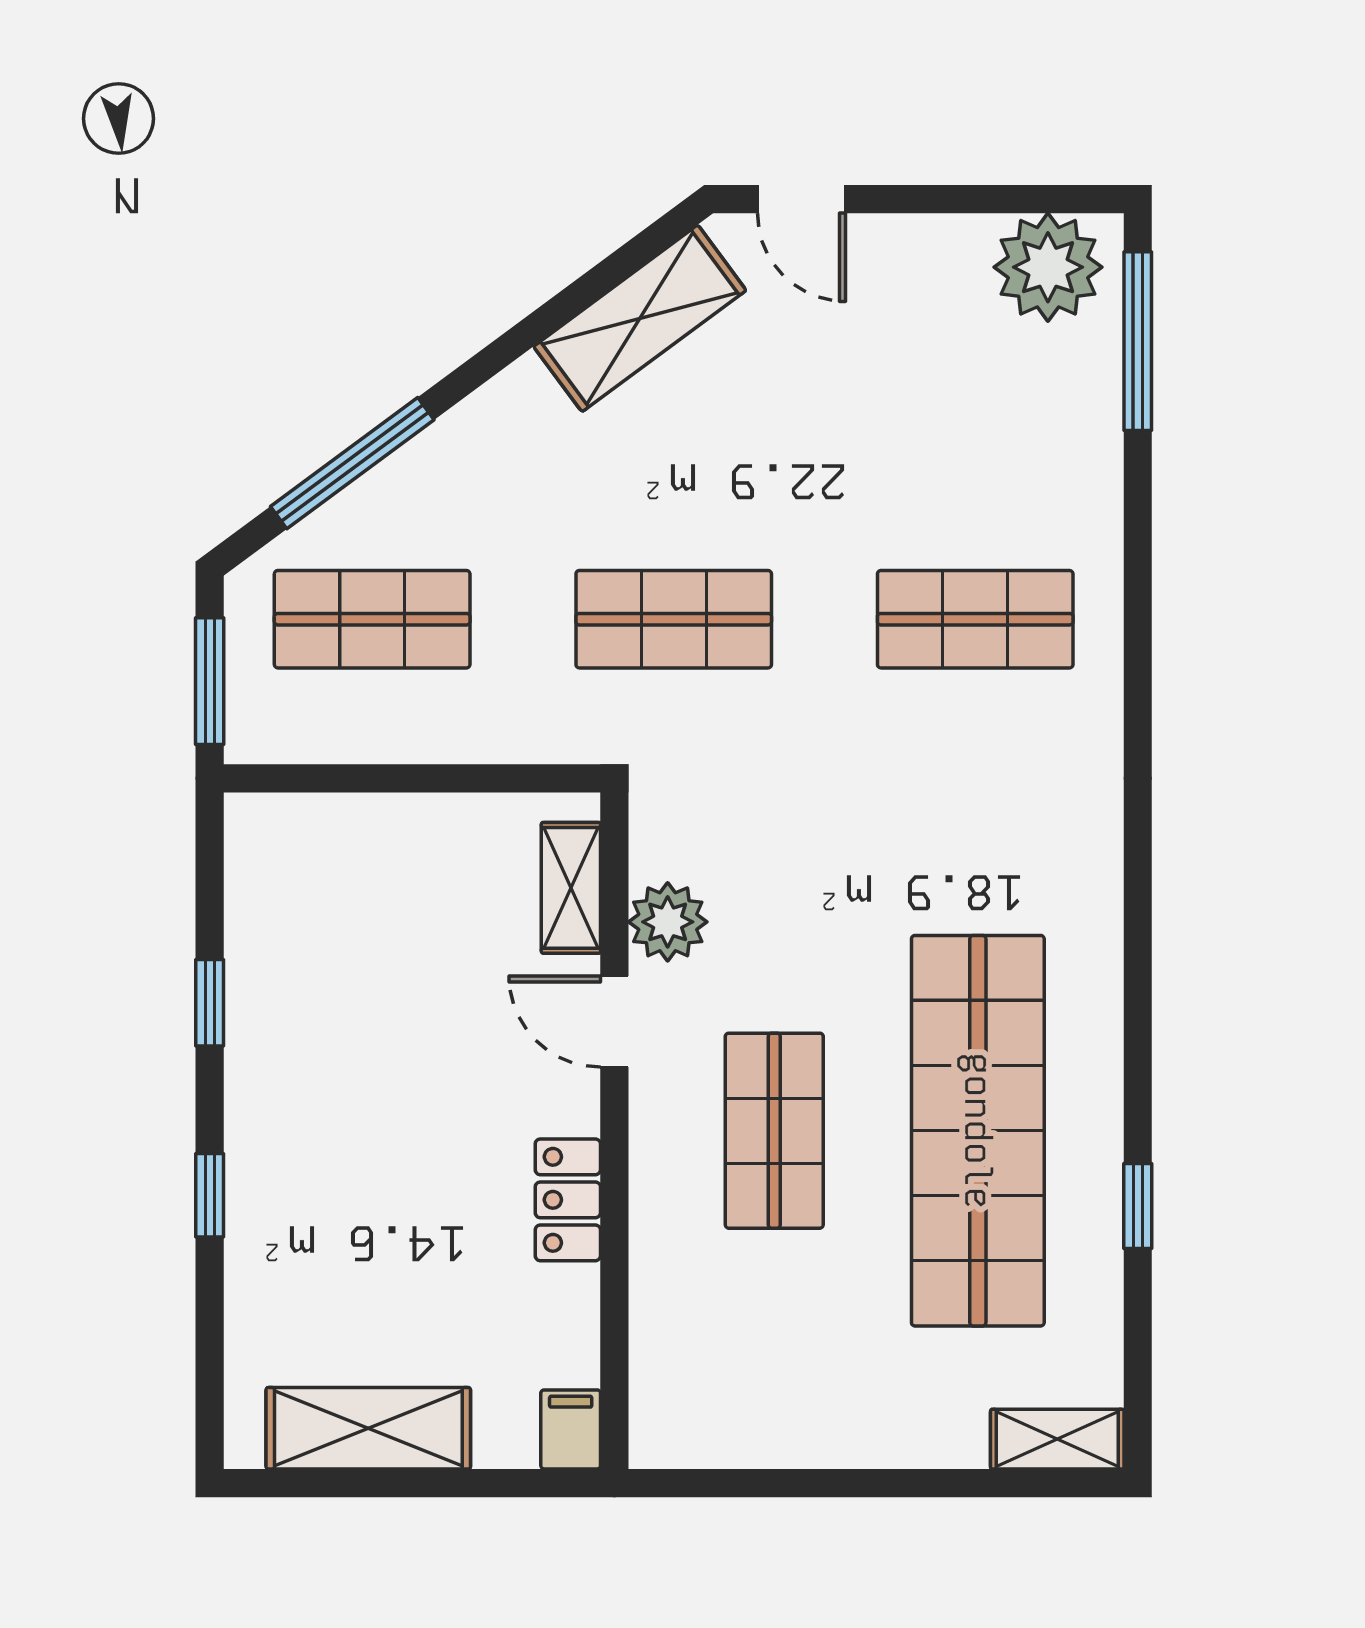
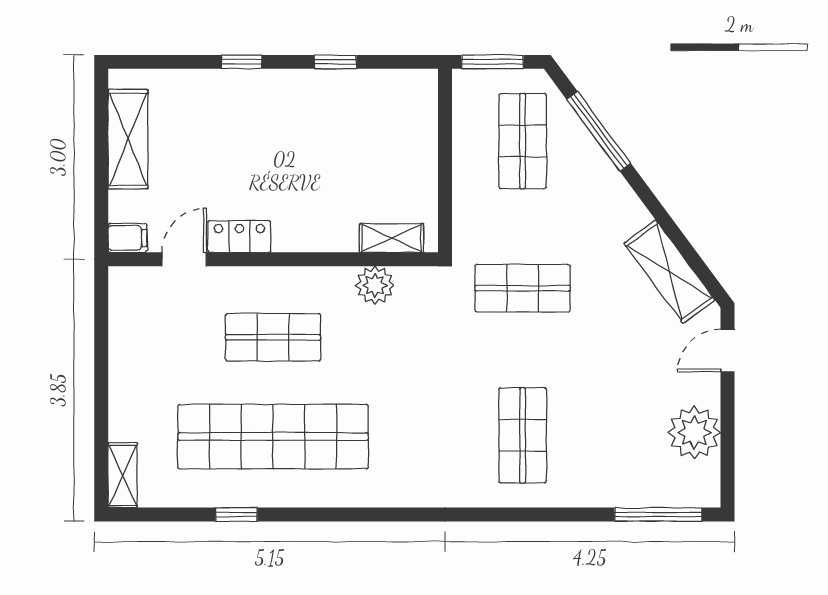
plant: (1048, 267) -> (694, 433), moved
shop shelf: (674, 619) -> (523, 288), turned 90
door: (614, 1021) -> (184, 259), moved

